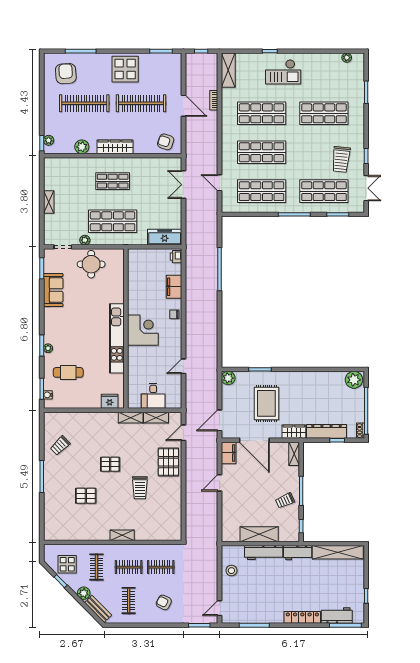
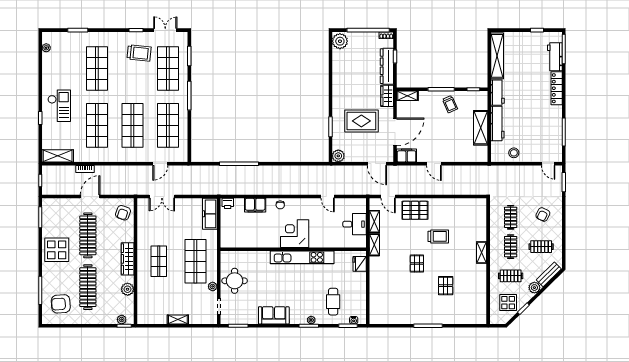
sofa: (53, 290) -> (274, 315), moved
trolley: (60, 446) -> (400, 309), removed

